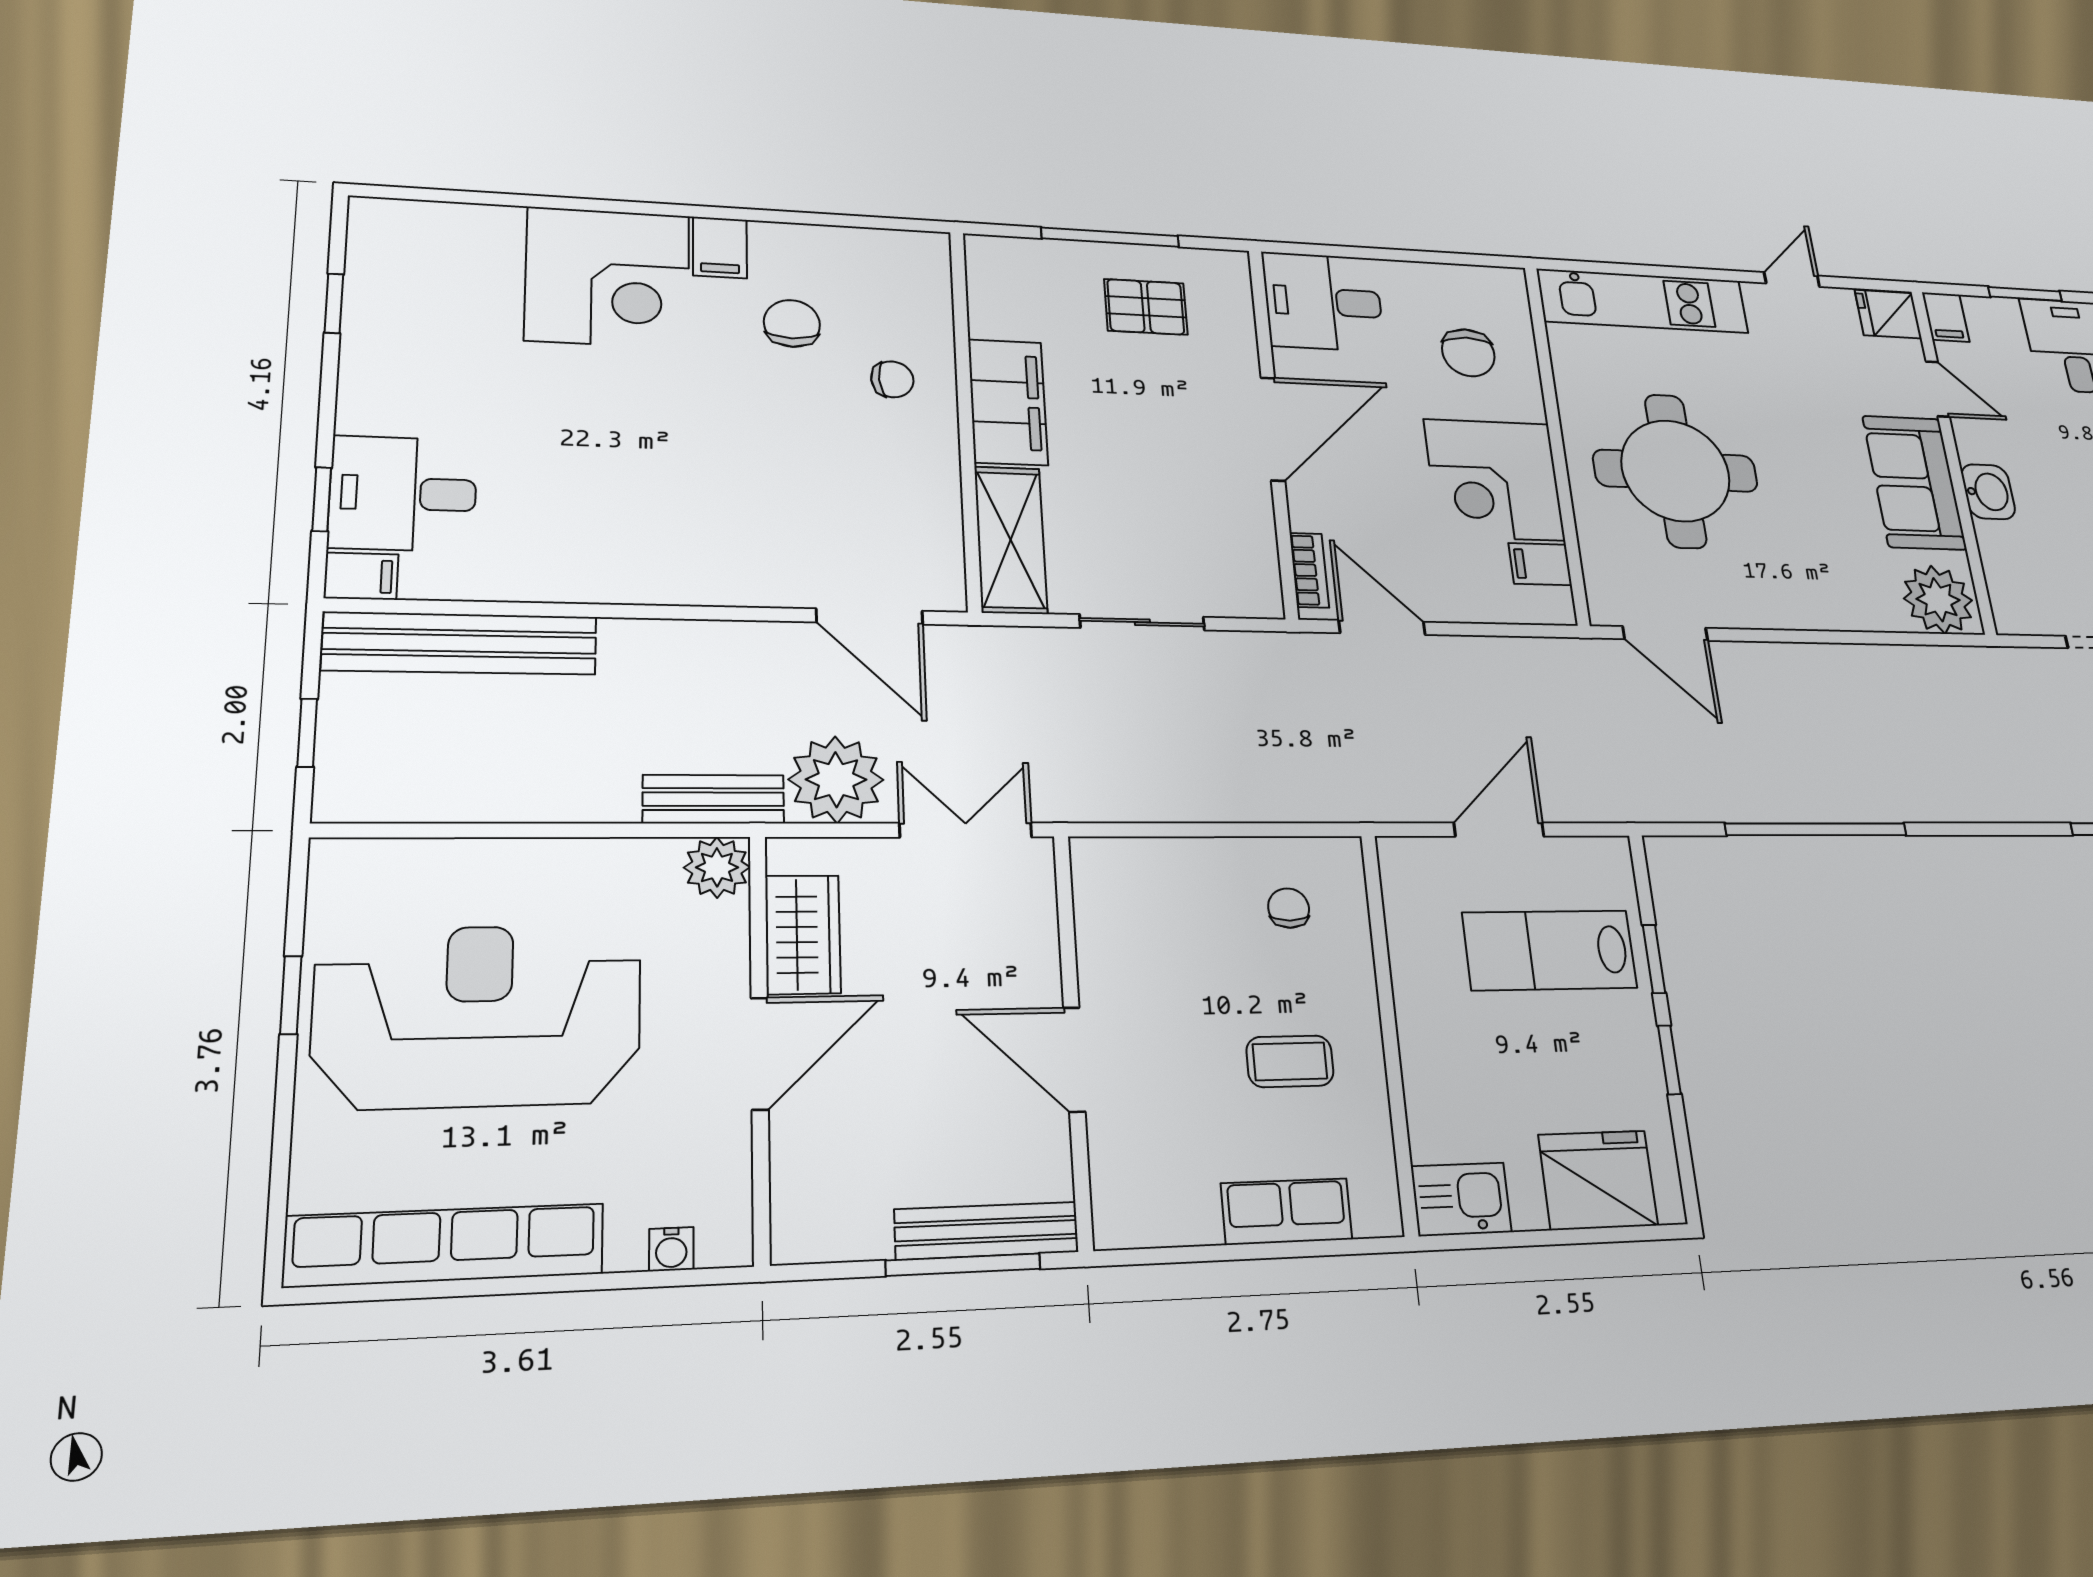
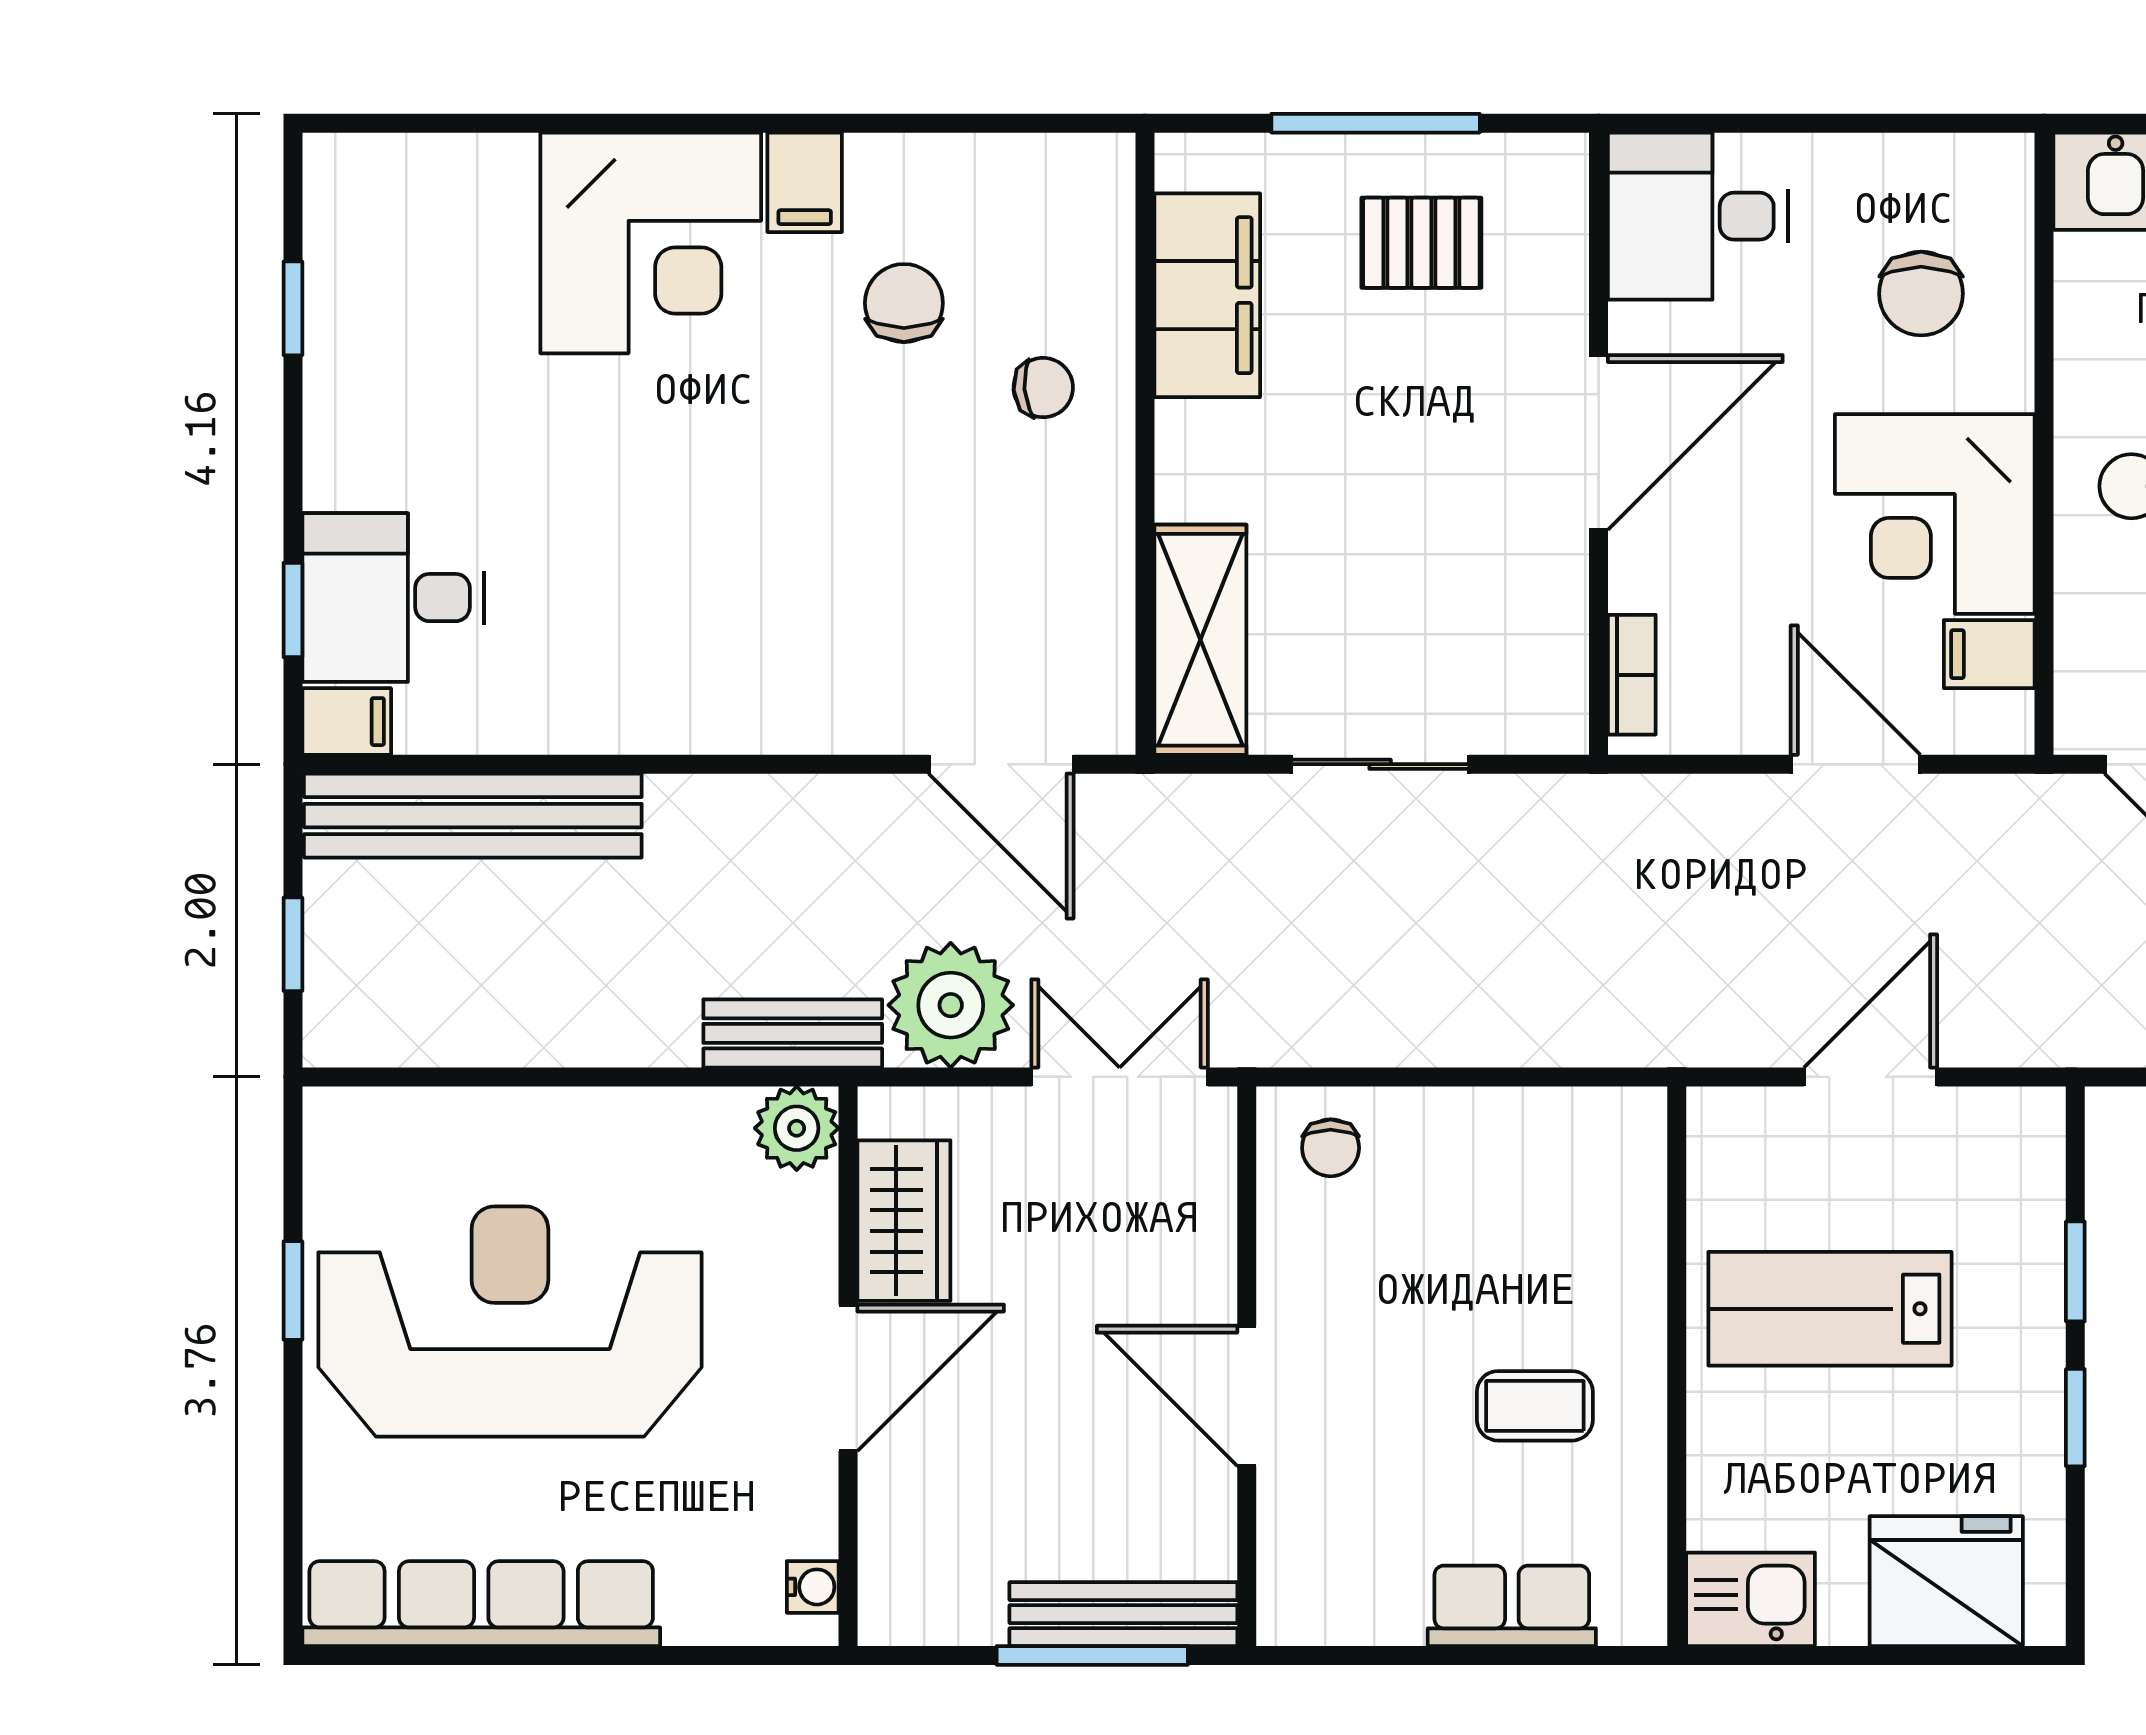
filing cabinet: (1008, 402) -> (1207, 295), moved
door: (1382, 627) -> (1856, 764), moved
chair: (1289, 908) -> (1331, 1148), moved, turned 180
lab bench: (1550, 950) -> (1830, 1309), moved
water cooler: (671, 1249) -> (813, 1587), moved, turned -90

